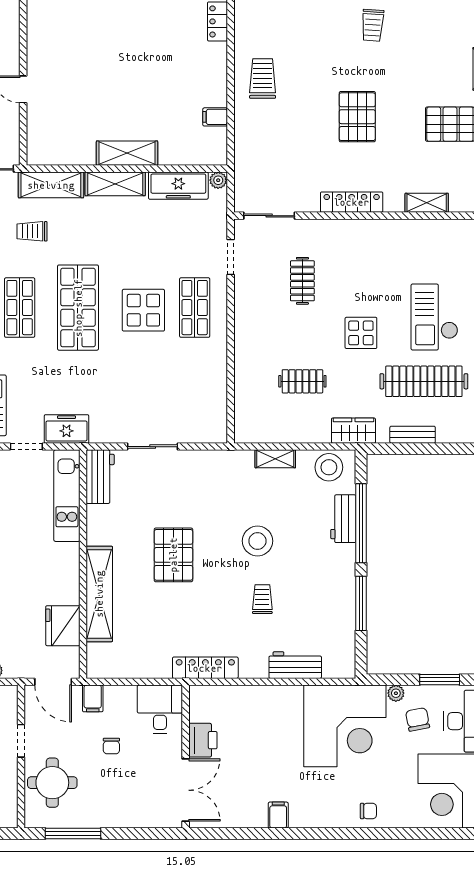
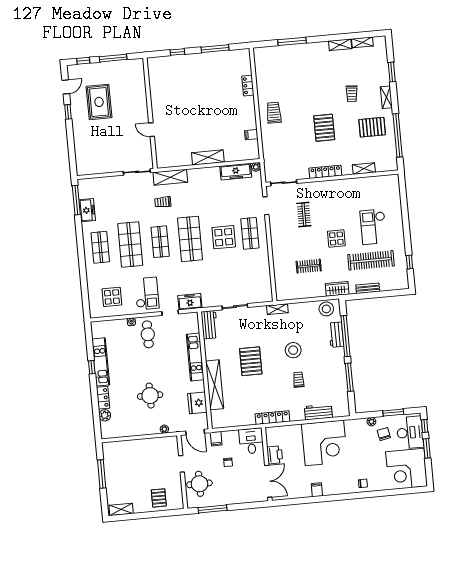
trolley: (373, 25) -> (352, 94), moved
shelving: (115, 184) -> (203, 174), removed
shelving: (275, 459) -> (277, 309), moved
kitchen unit: (67, 496) -> (195, 357), moved
corner desk: (345, 726) -> (324, 443), moved

